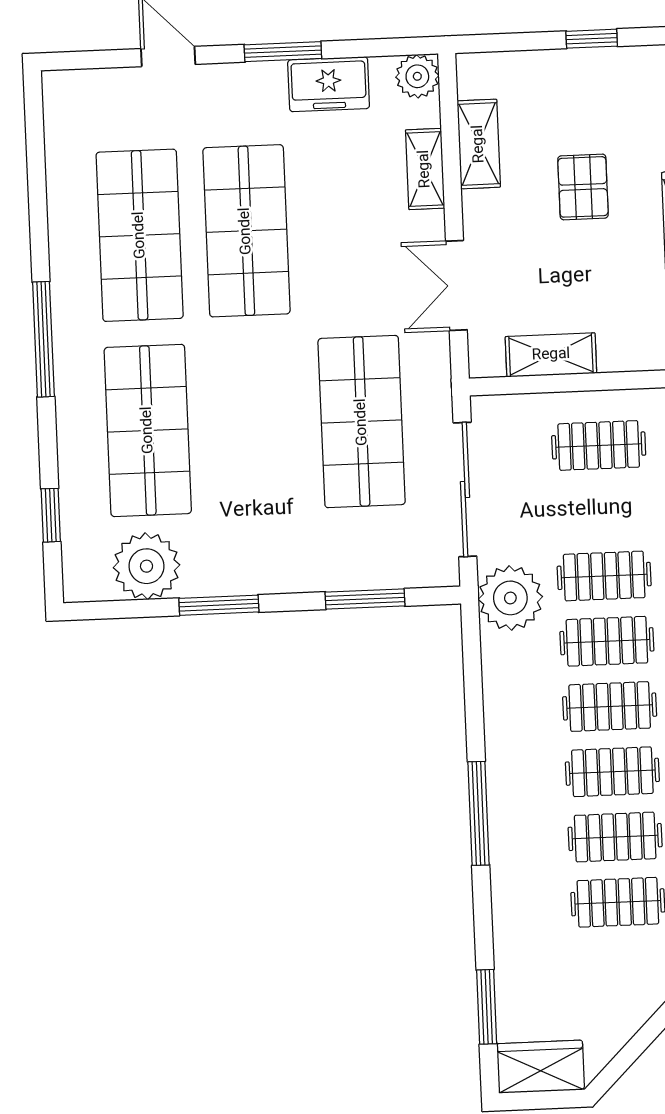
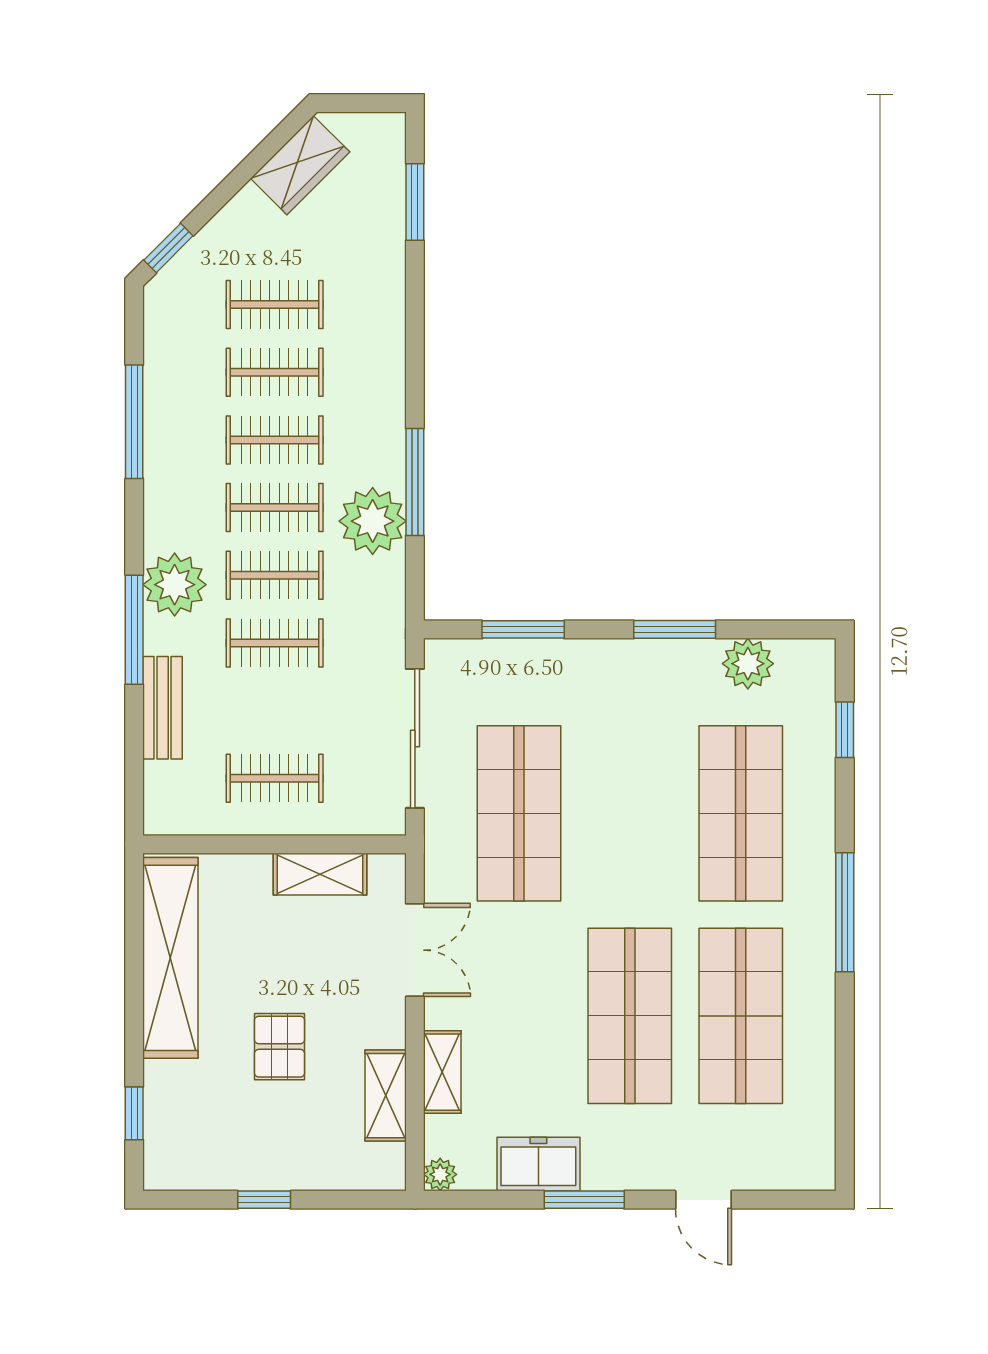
plant: (417, 76) -> (440, 1174), width x0.73, depth x0.73
plant: (147, 566) -> (748, 664), width x0.73, depth x0.73
plant: (510, 598) -> (373, 521), moved
window: (479, 813) -> (415, 482), moved
wardrobe: (541, 1067) -> (300, 165), moved, turned -45

